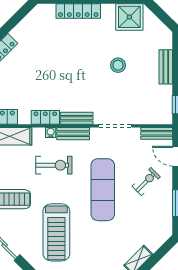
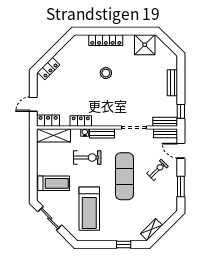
stool: (118, 65) -> (106, 73), moved
bench: (77, 118) -> (165, 122), moved

